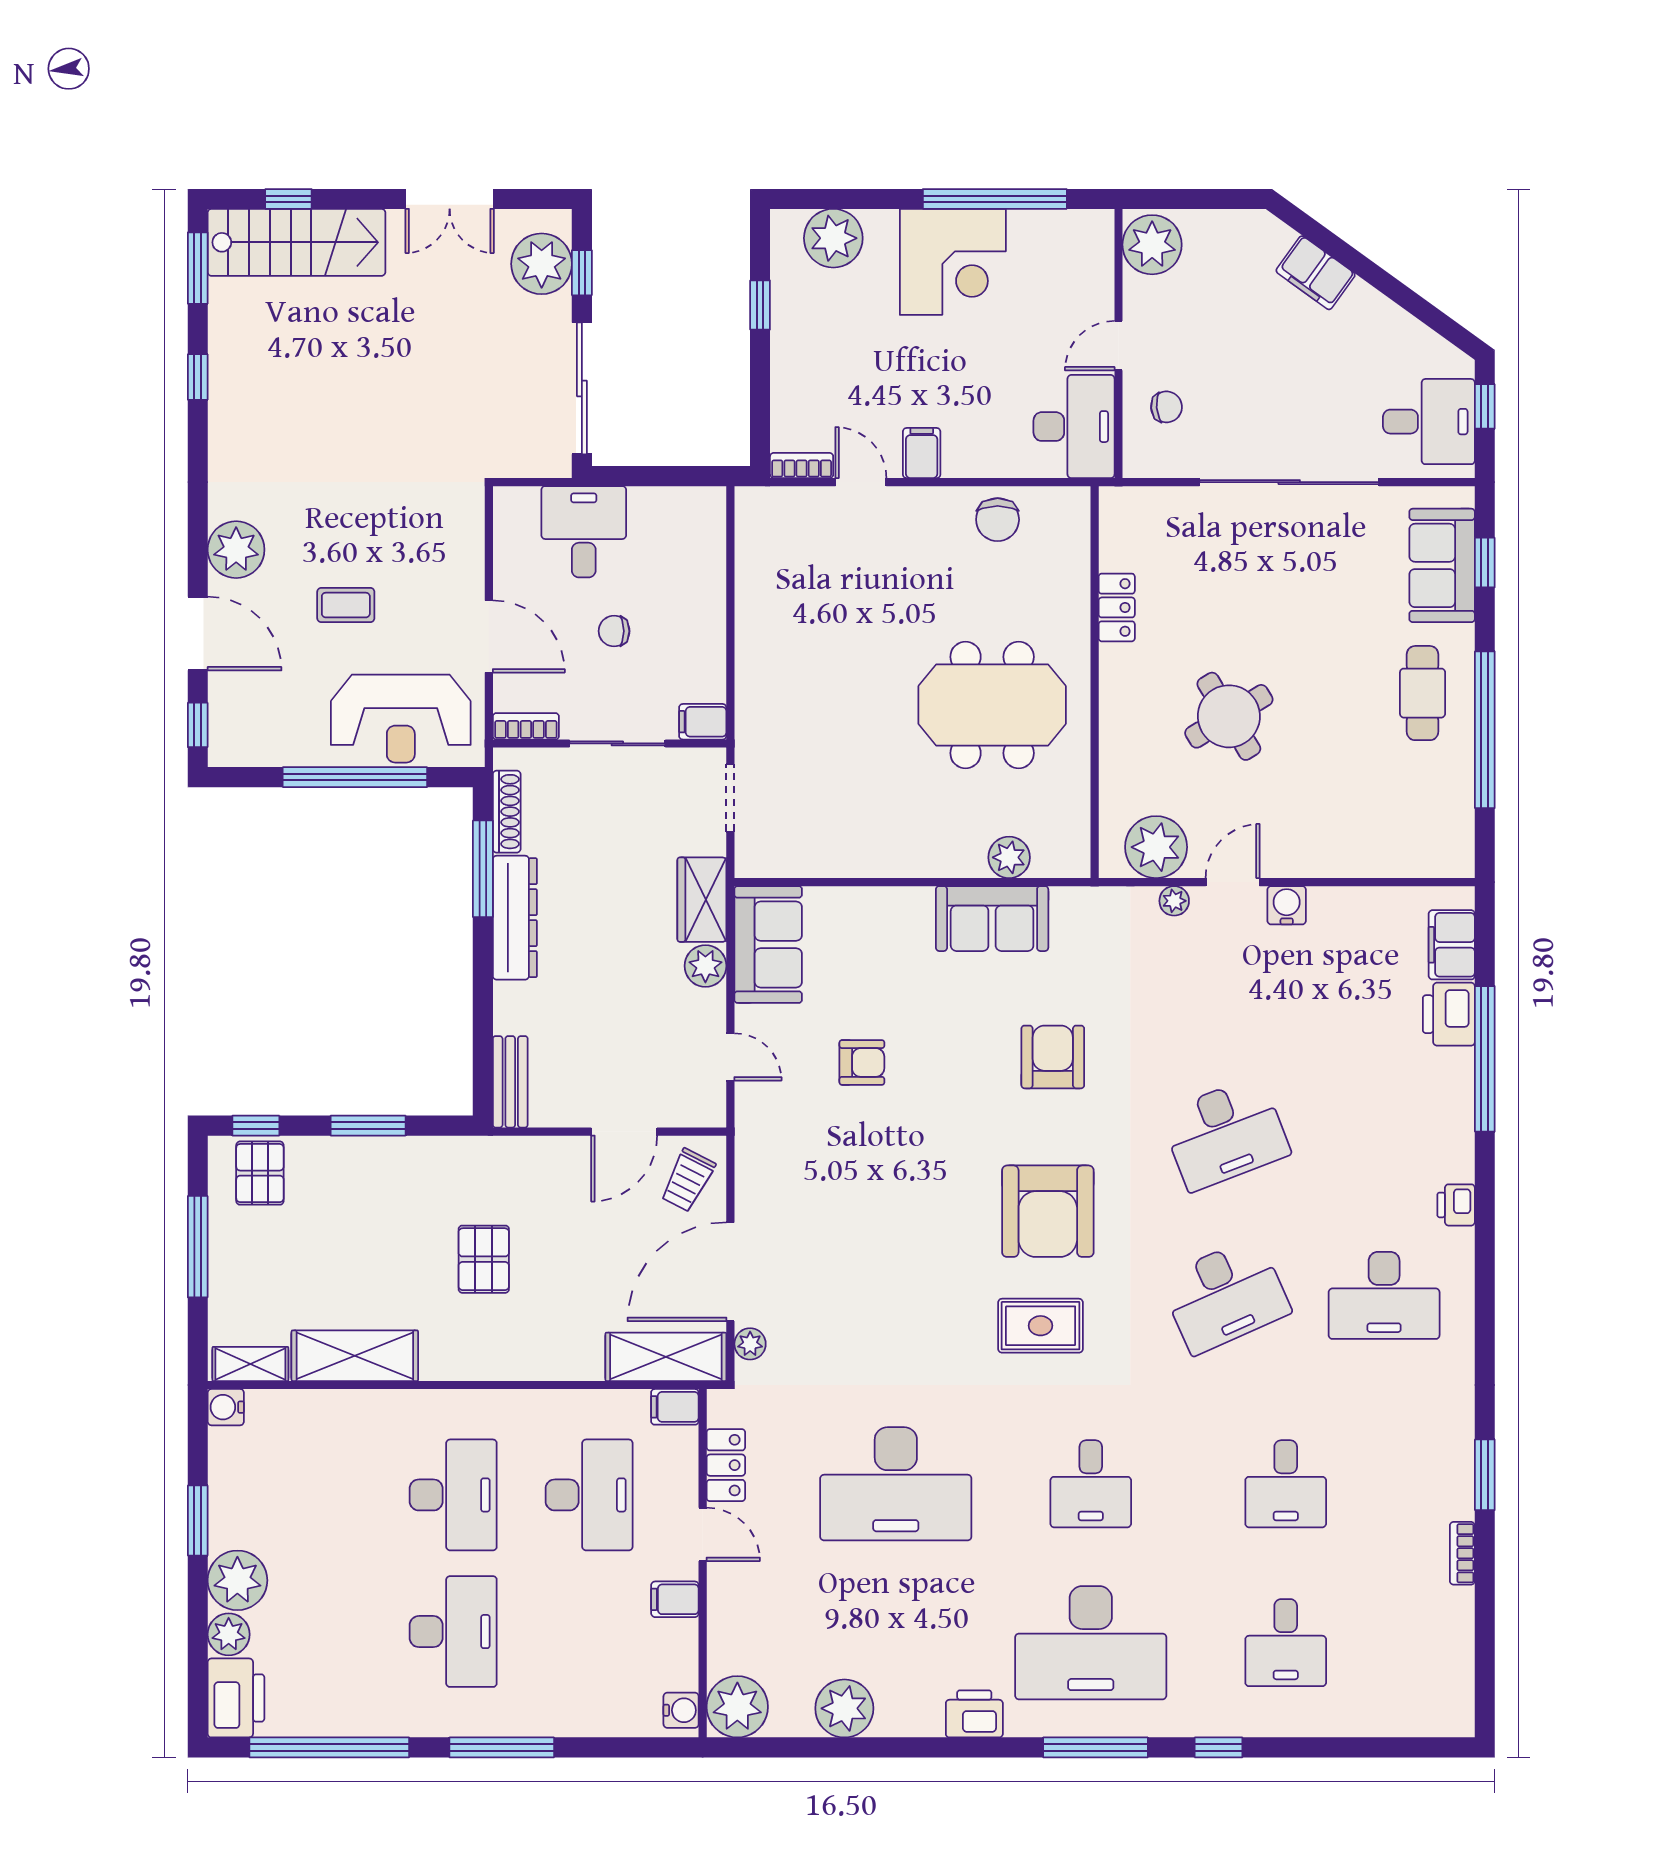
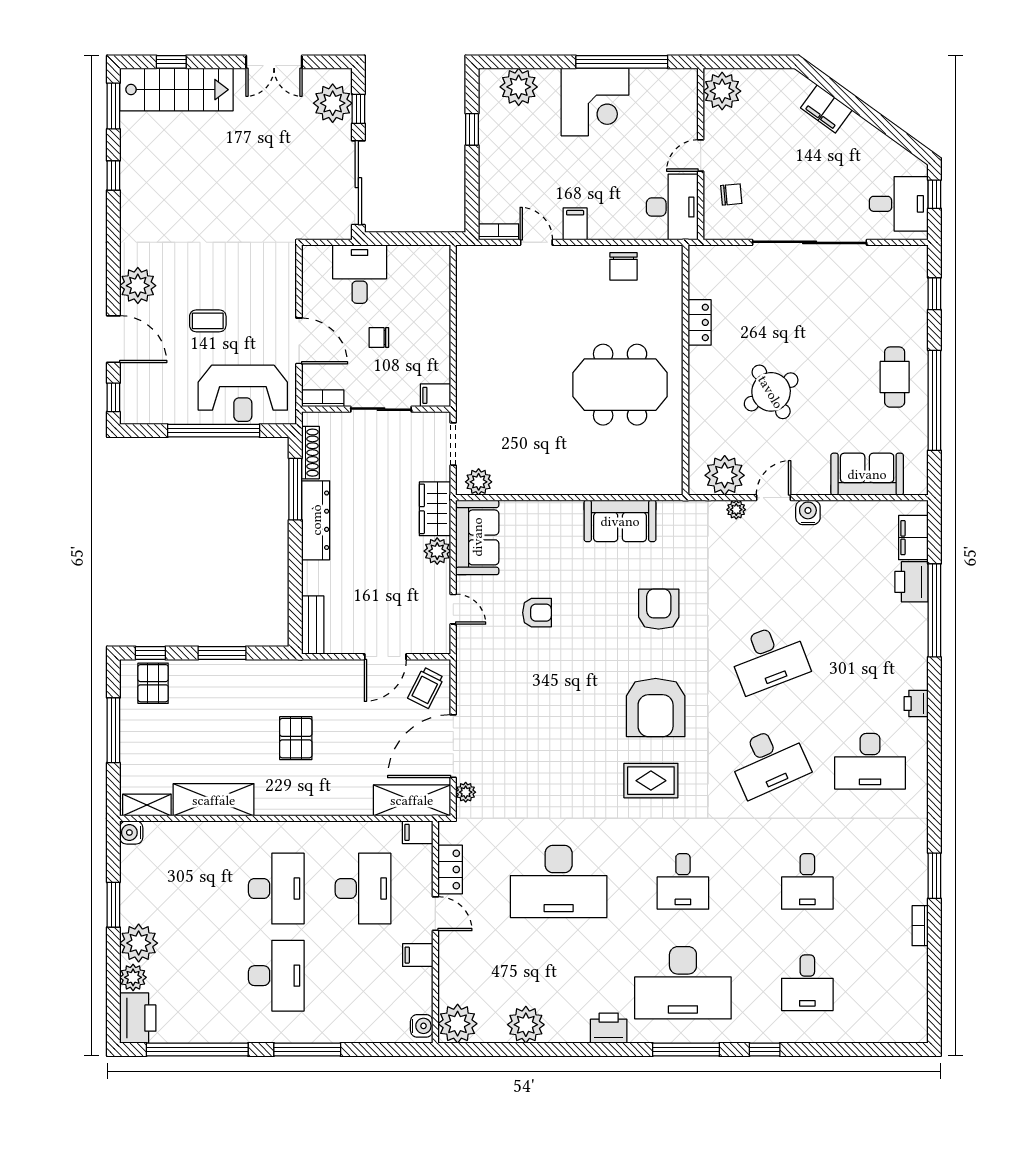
sofa: (1442, 565) -> (867, 474), moved, turned 90
plant: (1009, 857) -> (479, 482), moved

